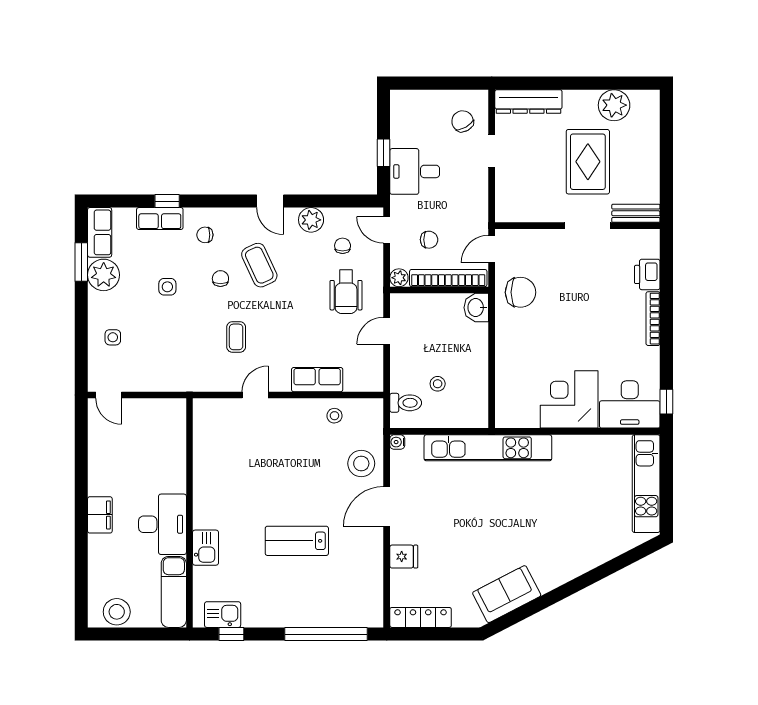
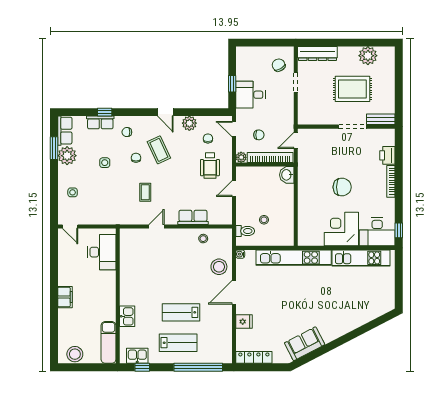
rug: (588, 162) -> (352, 89), turned 90
chair: (520, 292) -> (342, 187), moved
kitchen unit: (646, 484) -> (361, 258), moved, turned -90
desk: (162, 524) -> (102, 252), moved
lab bench: (292, 592) -> (178, 343), added

